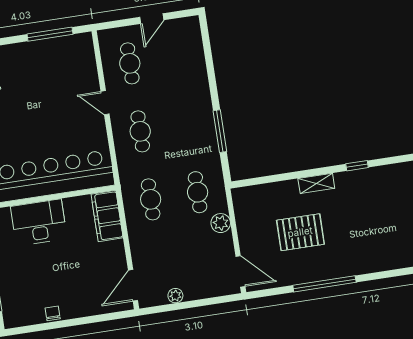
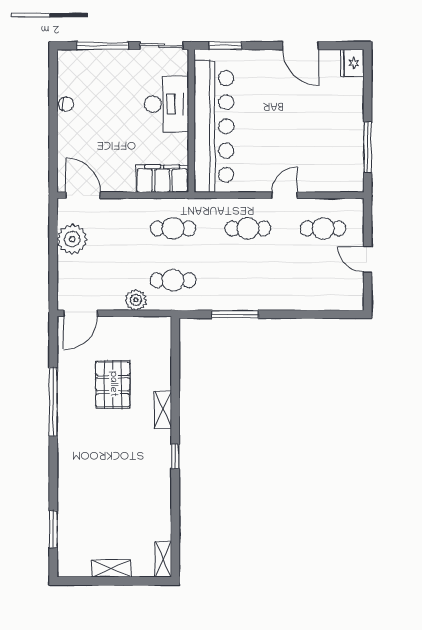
plant: (175, 296) -> (72, 239), width x1.87, depth x1.87

